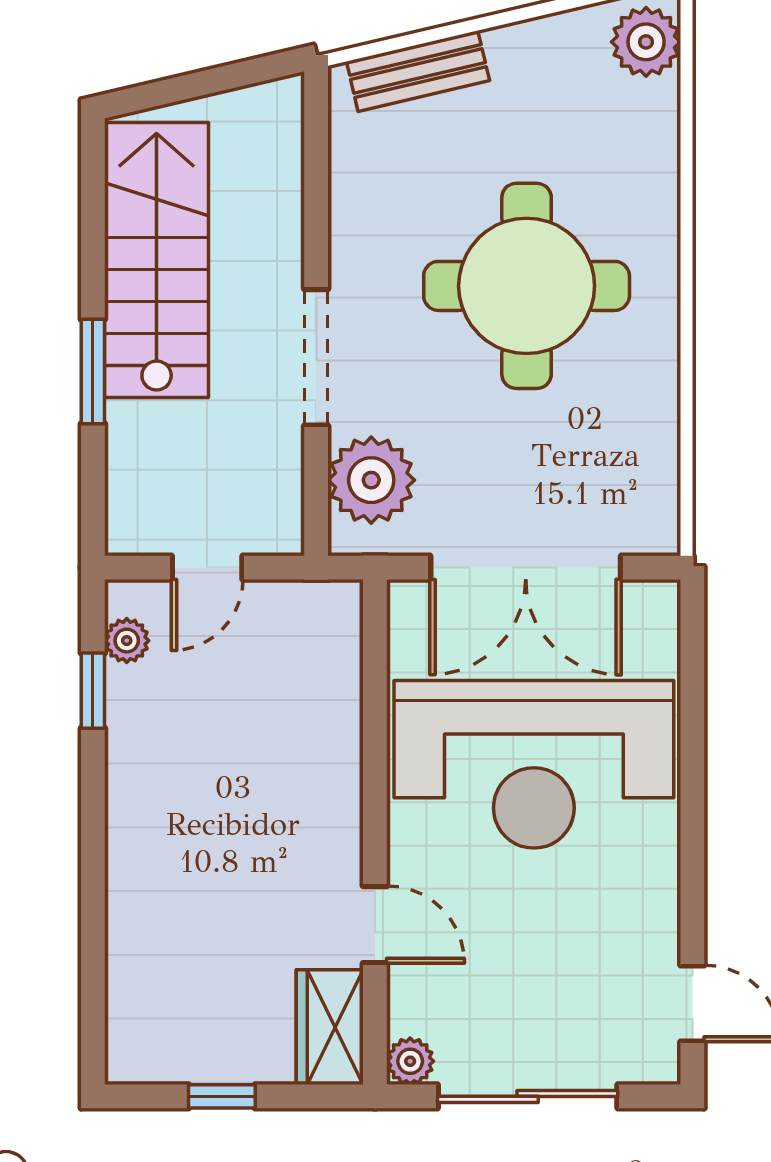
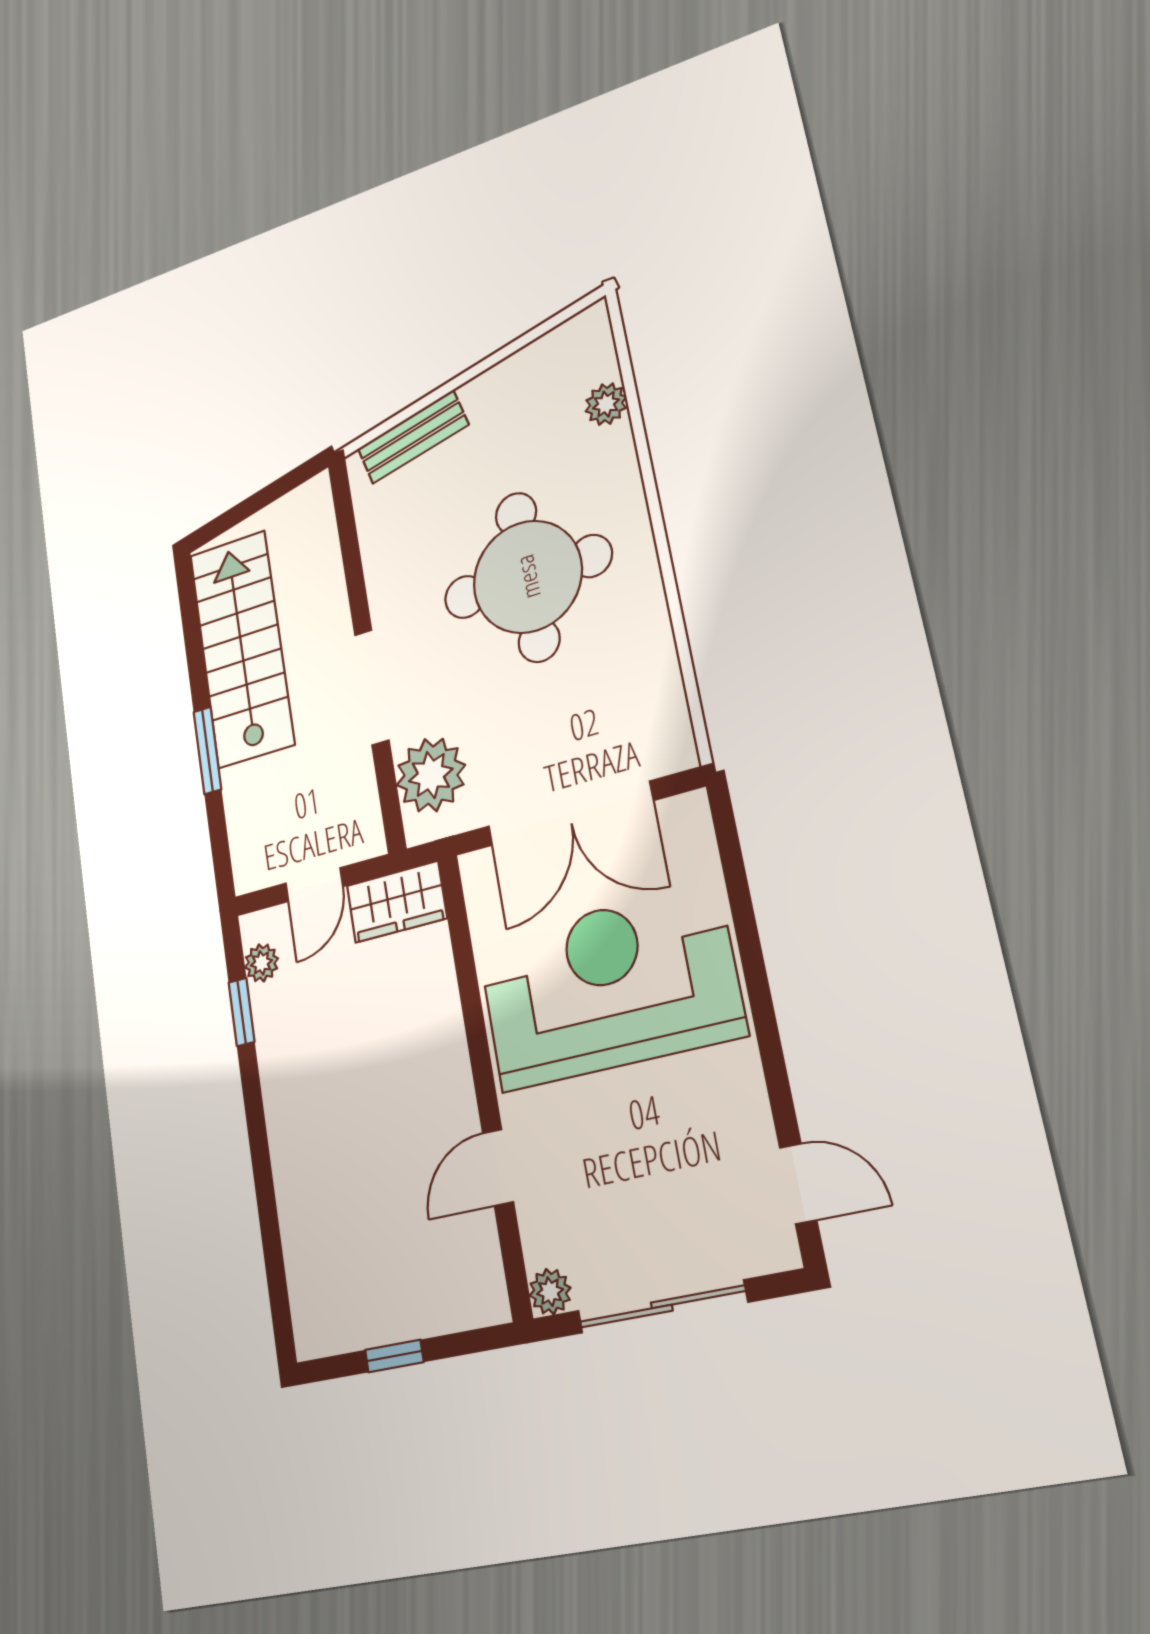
plant: (646, 42) -> (606, 404), moved, width x0.73, depth x0.73
reception desk: (534, 764) -> (609, 987), turned 180
door: (375, 925) -> (498, 1167), swing flipped
wardrobe: (330, 1027) -> (397, 902), moved, turned -90

